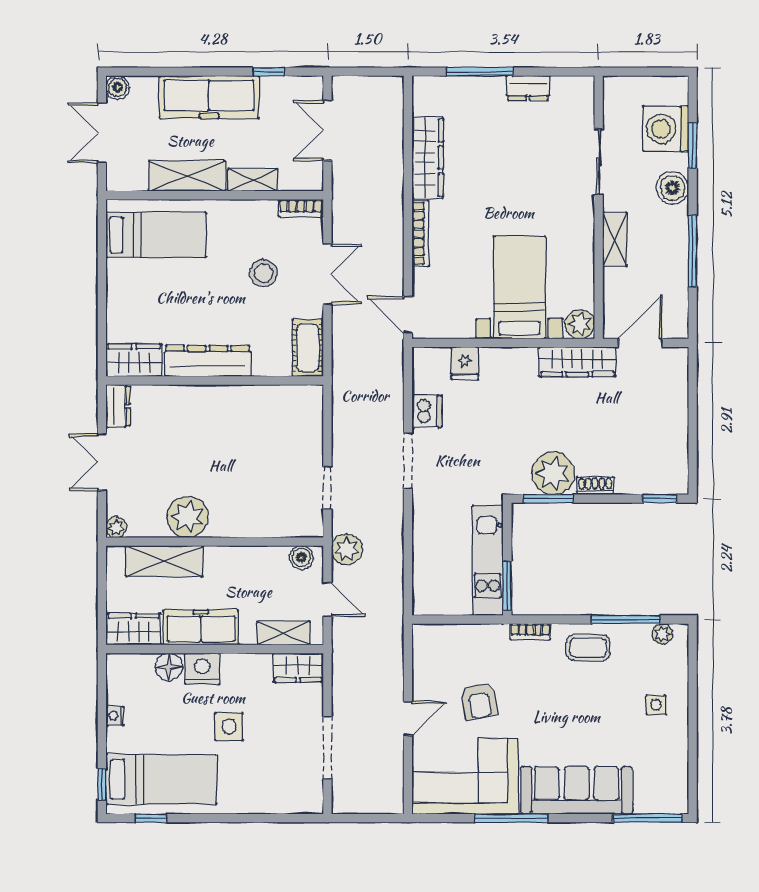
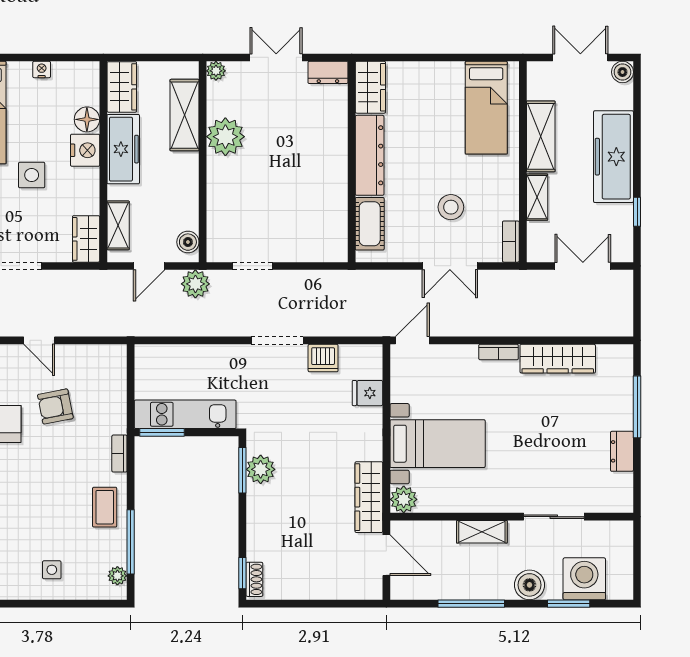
bookcase: (420, 233) -> (499, 352), width x0.64
cot: (308, 348) -> (370, 224), moved, turned 90
plant: (553, 473) -> (261, 469), width x0.73, depth x0.73
shoe rack: (595, 486) -> (254, 579), moved

